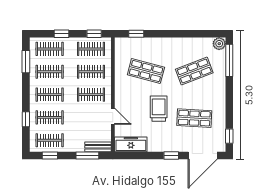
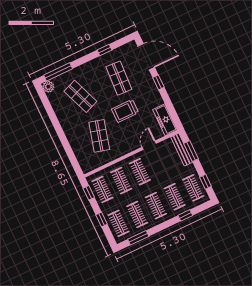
window: (136, 34) -> (72, 158), removed
window: (229, 136) -> (105, 50), moved
bench: (98, 147) -> (182, 150), width x1.36

